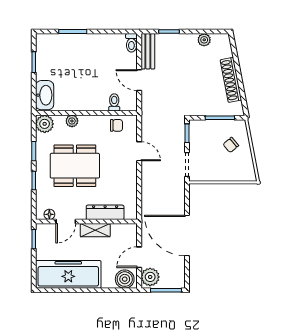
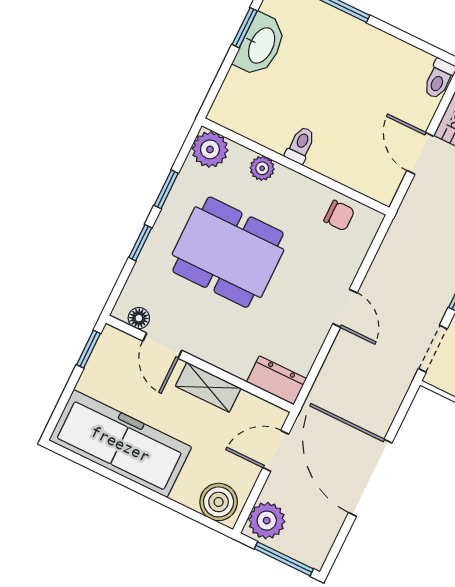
washbasin: (45, 95) -> (261, 45), moved
toilet: (114, 102) -> (300, 145), moved
door: (139, 151) -> (345, 308), moved
dresser: (105, 212) -> (276, 380), moved, width x0.70
door: (66, 222) -> (162, 346), hinge flipped
door: (139, 257) -> (276, 451), moved

